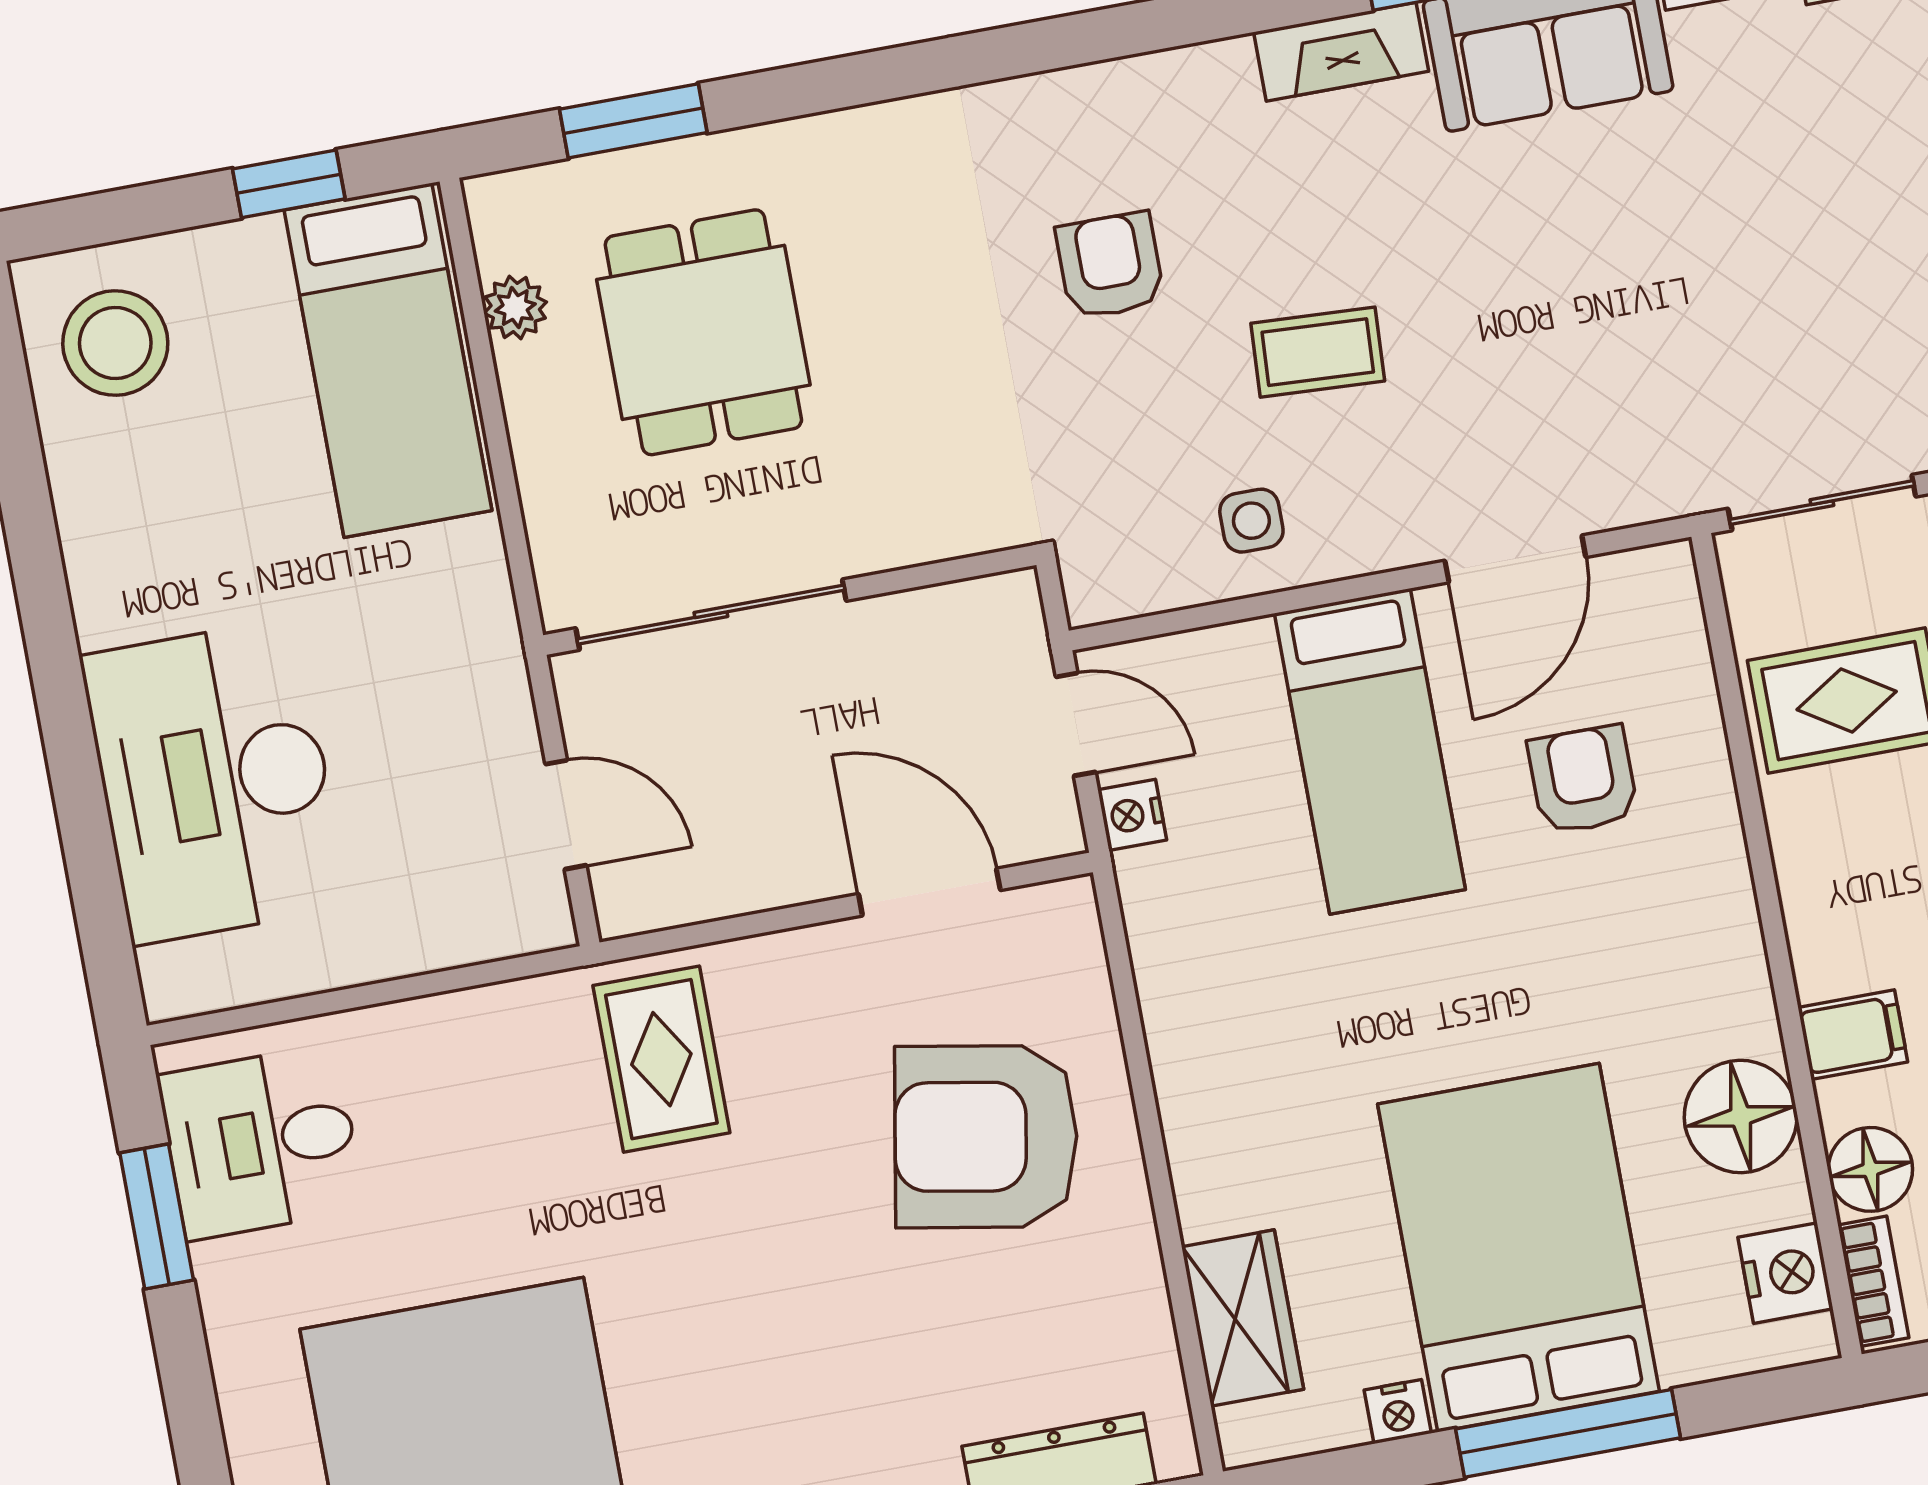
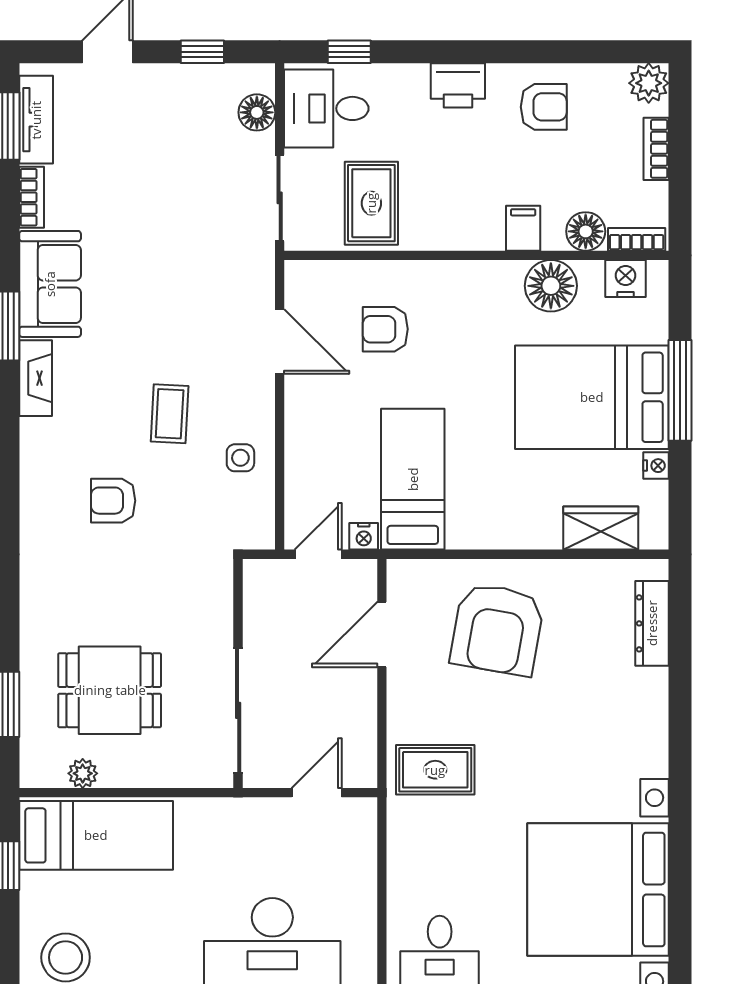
bed: (1370, 751) -> (413, 479), moved, turned -90

